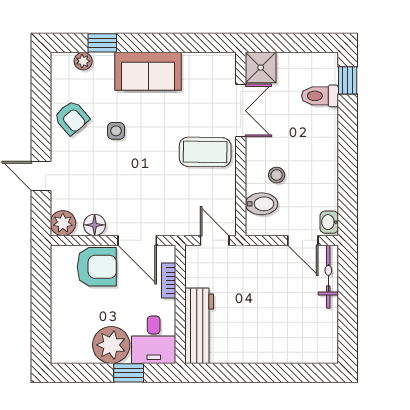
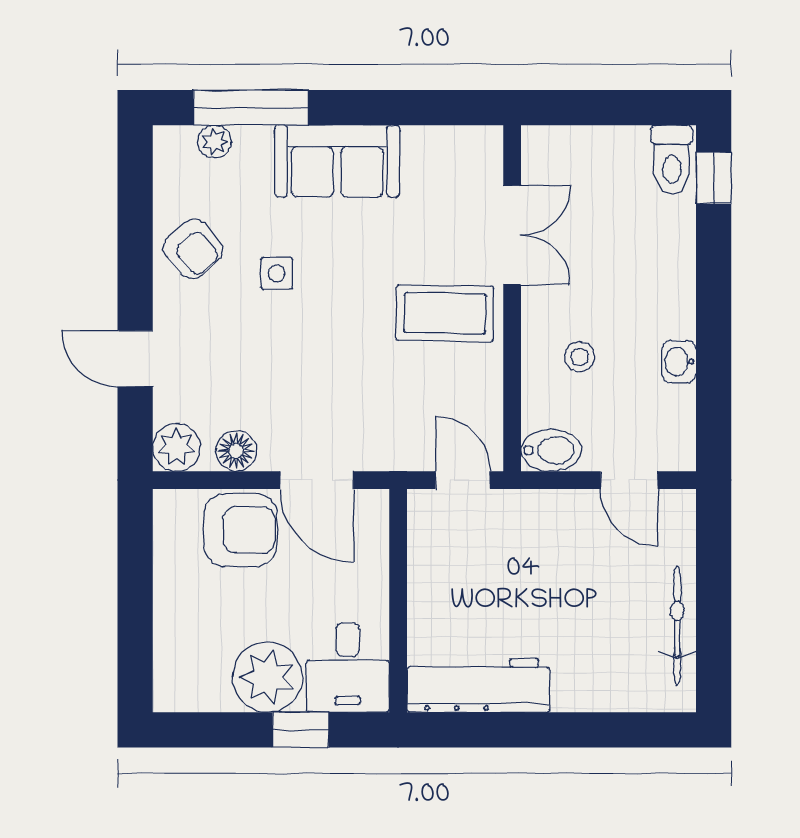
window: (102, 43) -> (251, 108), width x2.17
shower: (261, 68) -> (550, 154), removed
toilet: (320, 96) -> (672, 160), moved, turned -90
bidet: (261, 204) -> (551, 450), moved
washbasin: (329, 222) -> (679, 362), moved
bicycle: (328, 277) -> (677, 625), moved
bookcase: (169, 280) -> (376, 556), removed
workbench: (199, 326) -> (478, 685), moved, turned -90

